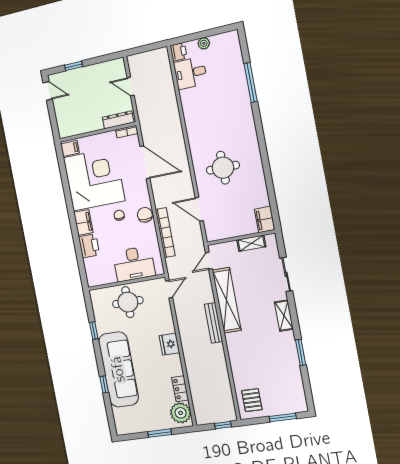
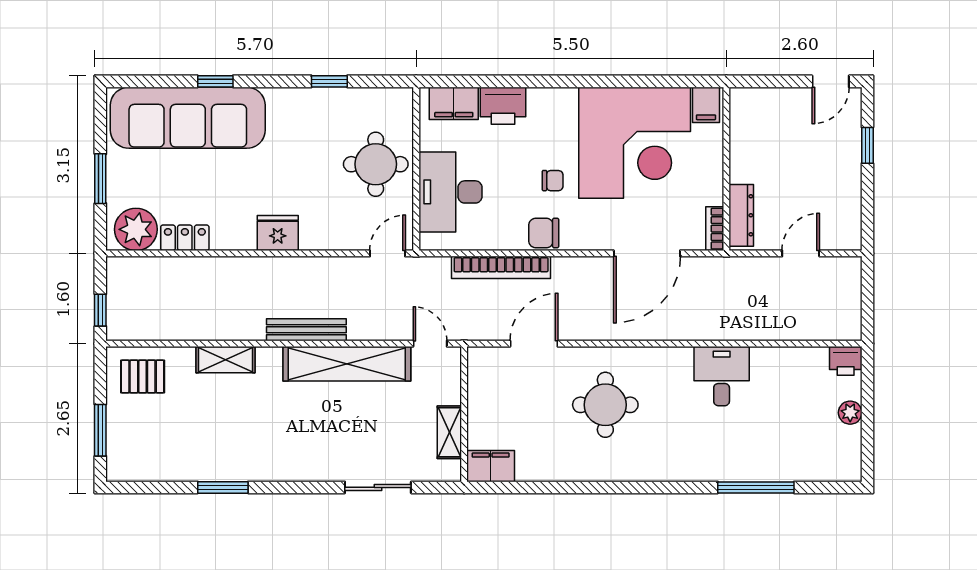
desk: (190, 73) -> (722, 376), moved
chair: (145, 215) -> (544, 233), turned 180
filing cabinet: (83, 222) -> (454, 103), moved
door: (169, 289) -> (388, 253), swing flipped
shelving: (284, 316) -> (225, 360), moved
sofa: (118, 369) -> (188, 118), moved

